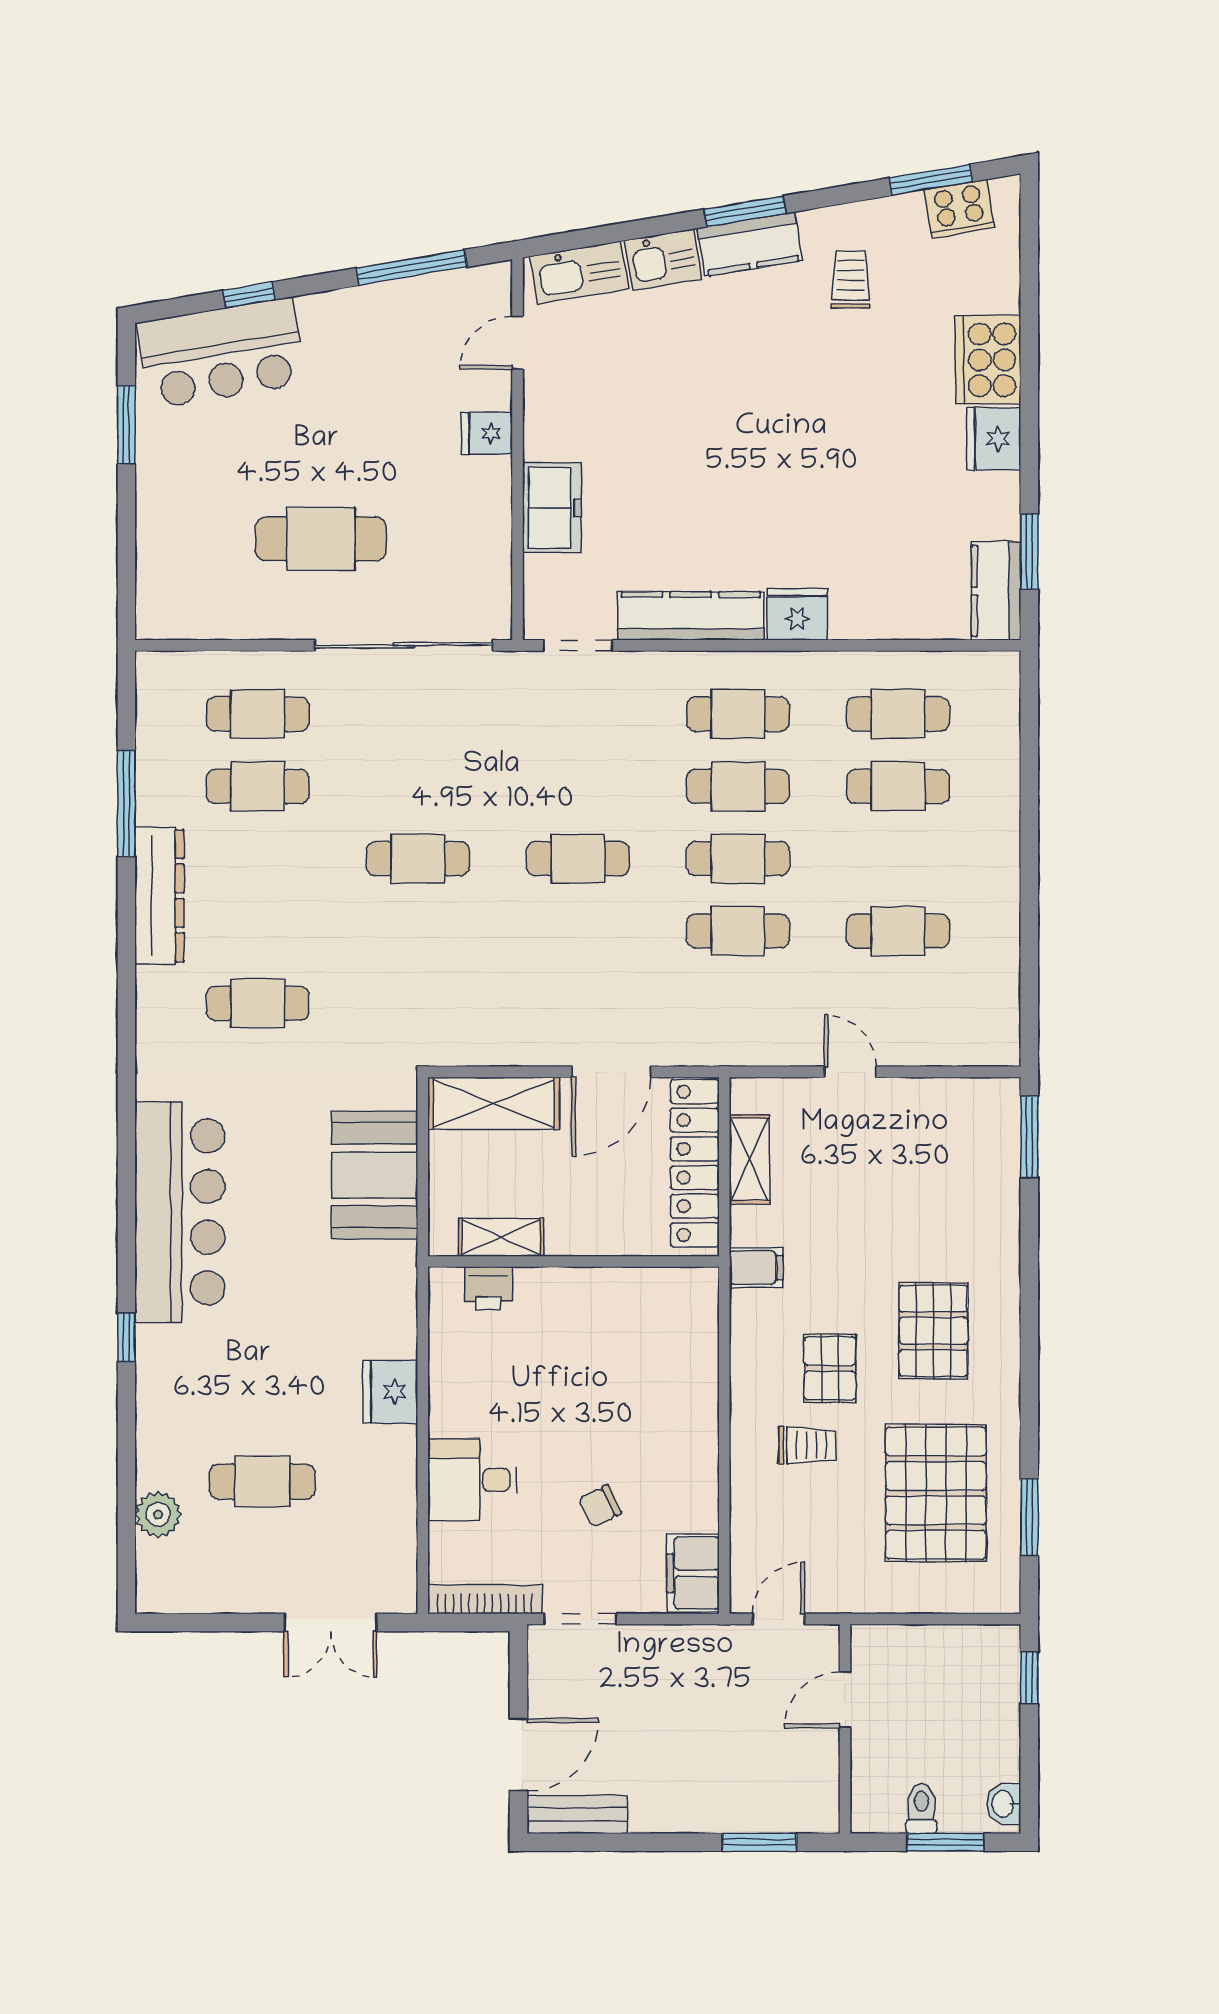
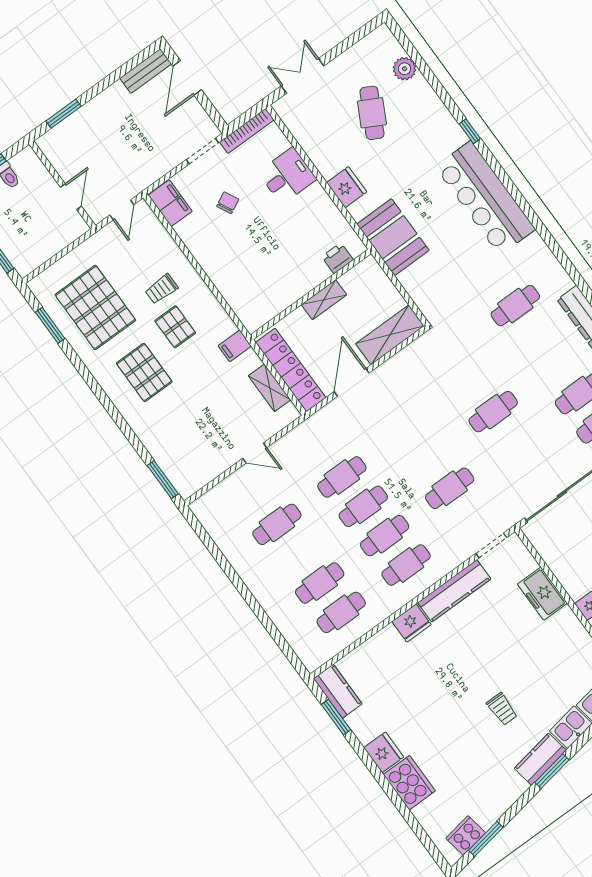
trolley: (851, 280) -> (502, 709), moved
cafe table: (578, 859) -> (450, 488), moved
booth: (375, 1175) -> (393, 237), moved
shelving: (501, 1237) -> (324, 300), moved
cafe table: (262, 1482) -> (372, 113), turned -62

